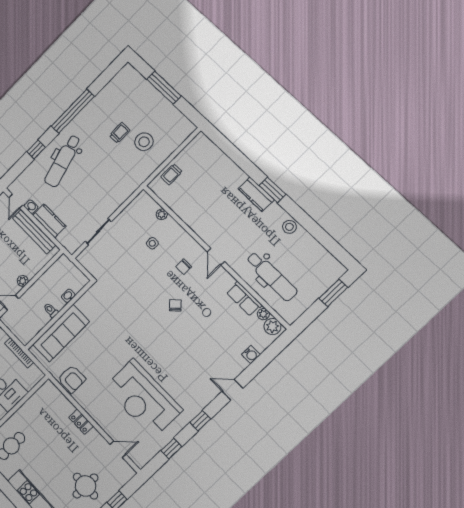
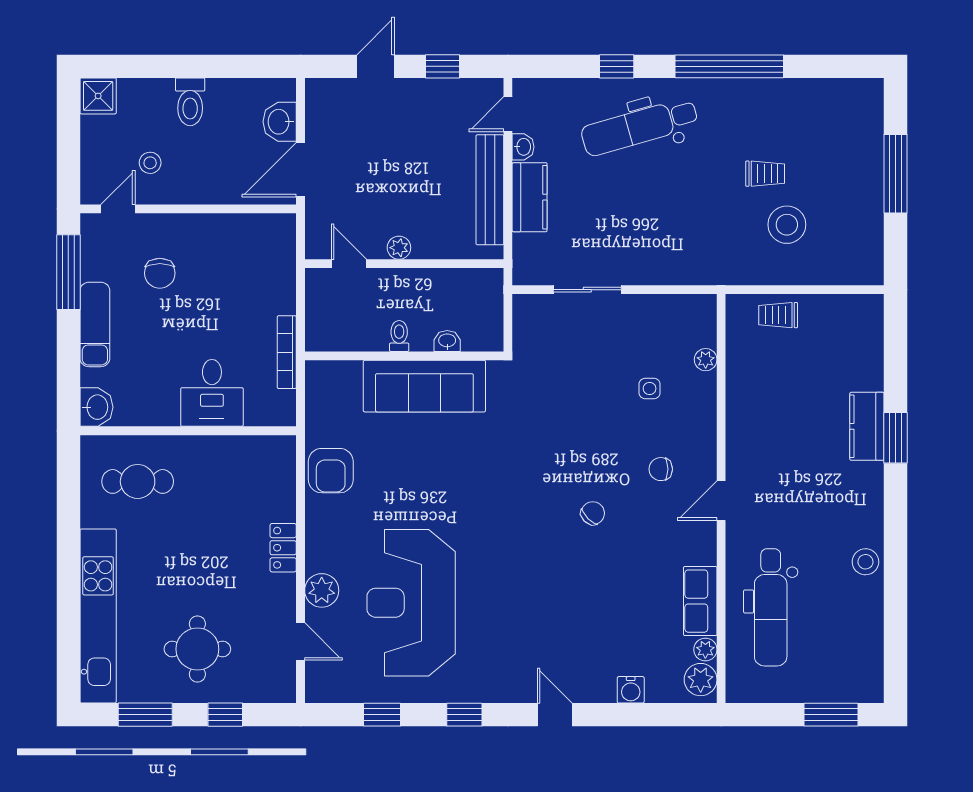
window: (272, 190) -> (895, 438), moved
kitchen counter: (256, 194) -> (867, 426), moved
sofa: (61, 333) -> (424, 386), moved
plant: (108, 424) -> (322, 590), added

